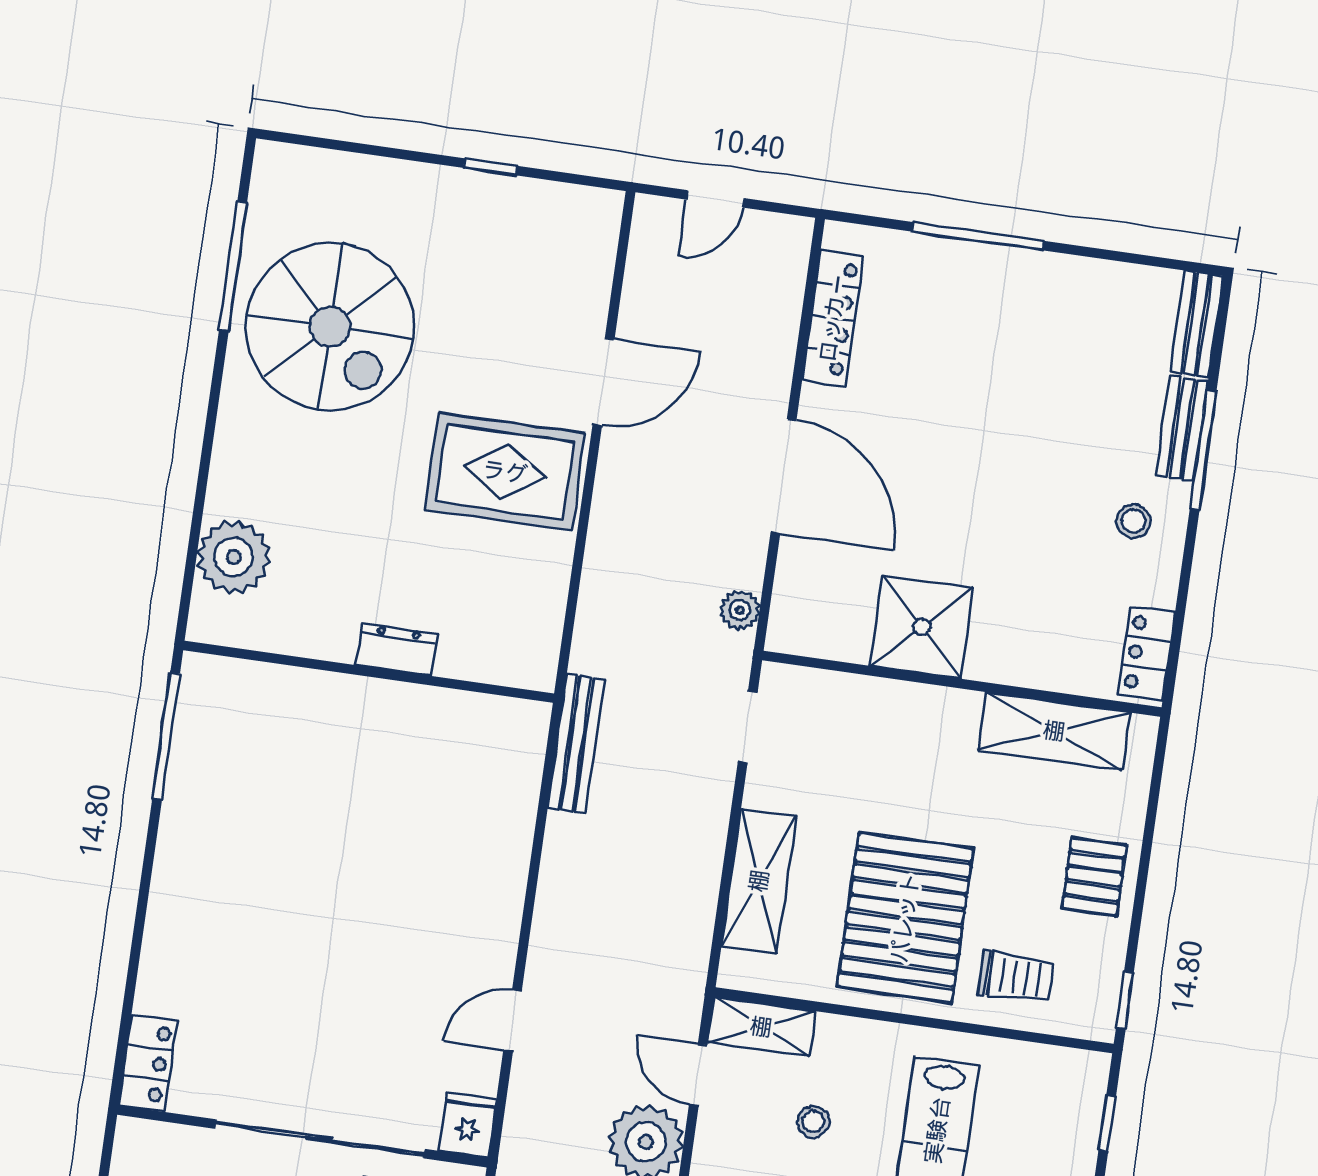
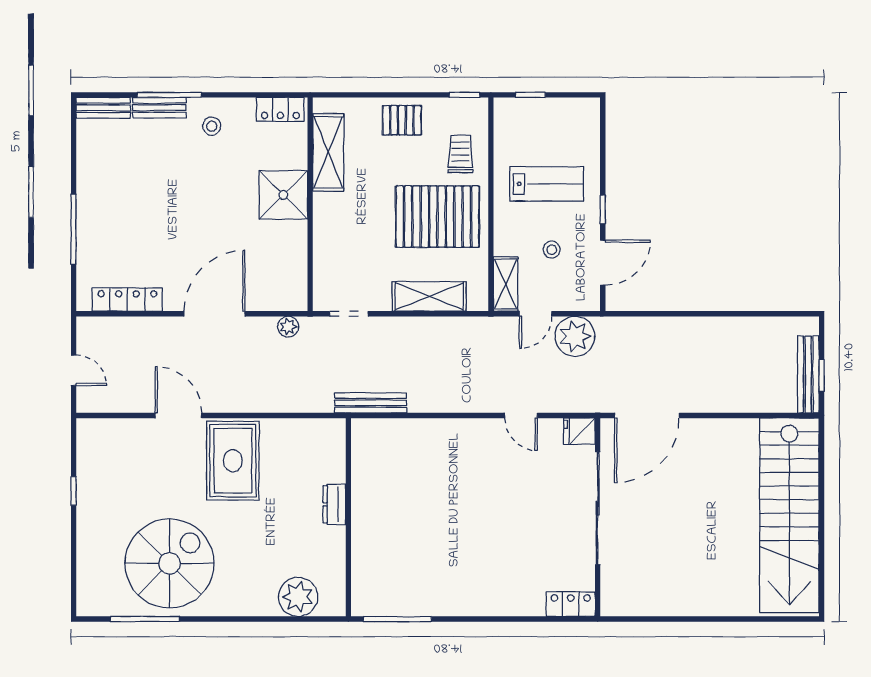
shower: (922, 627) -> (283, 195), moved

